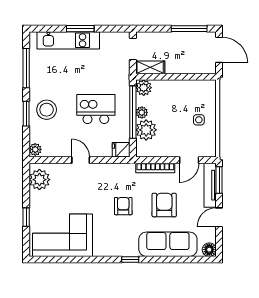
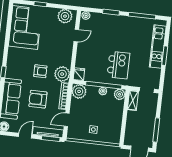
kitchen island: (96, 109) -> (118, 65), moved
stool: (47, 110) -> (112, 26), removed
plant: (146, 130) -> (79, 91), moved
door: (81, 160) -> (76, 36), moved
door: (189, 160) -> (67, 120), hinge flipped
plant: (124, 174) -> (62, 74), added
armchair: (164, 205) -> (38, 99), turned 180
door: (219, 217) -> (25, 136), hinge flipped

